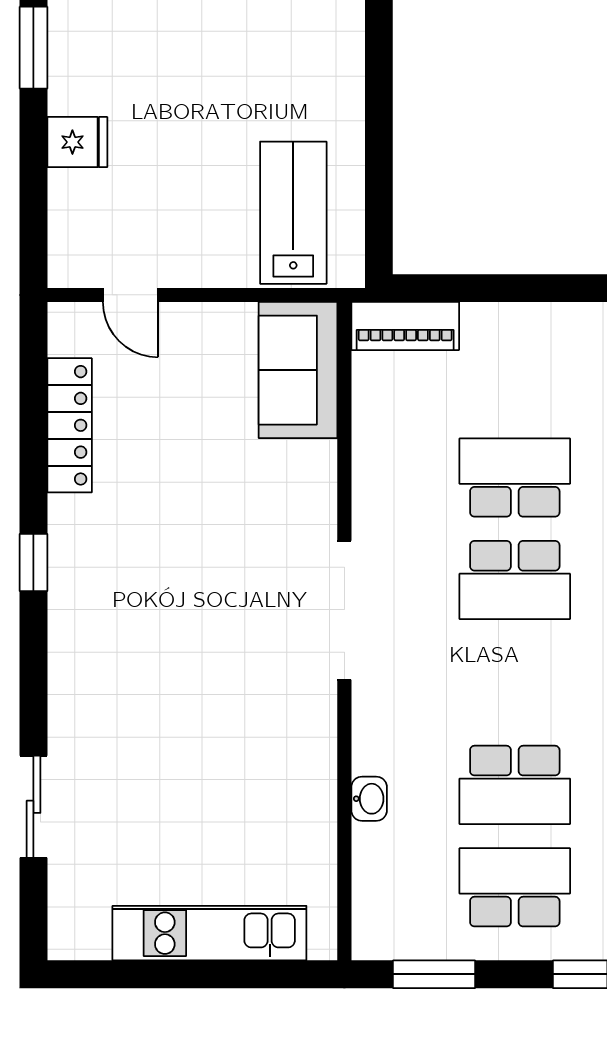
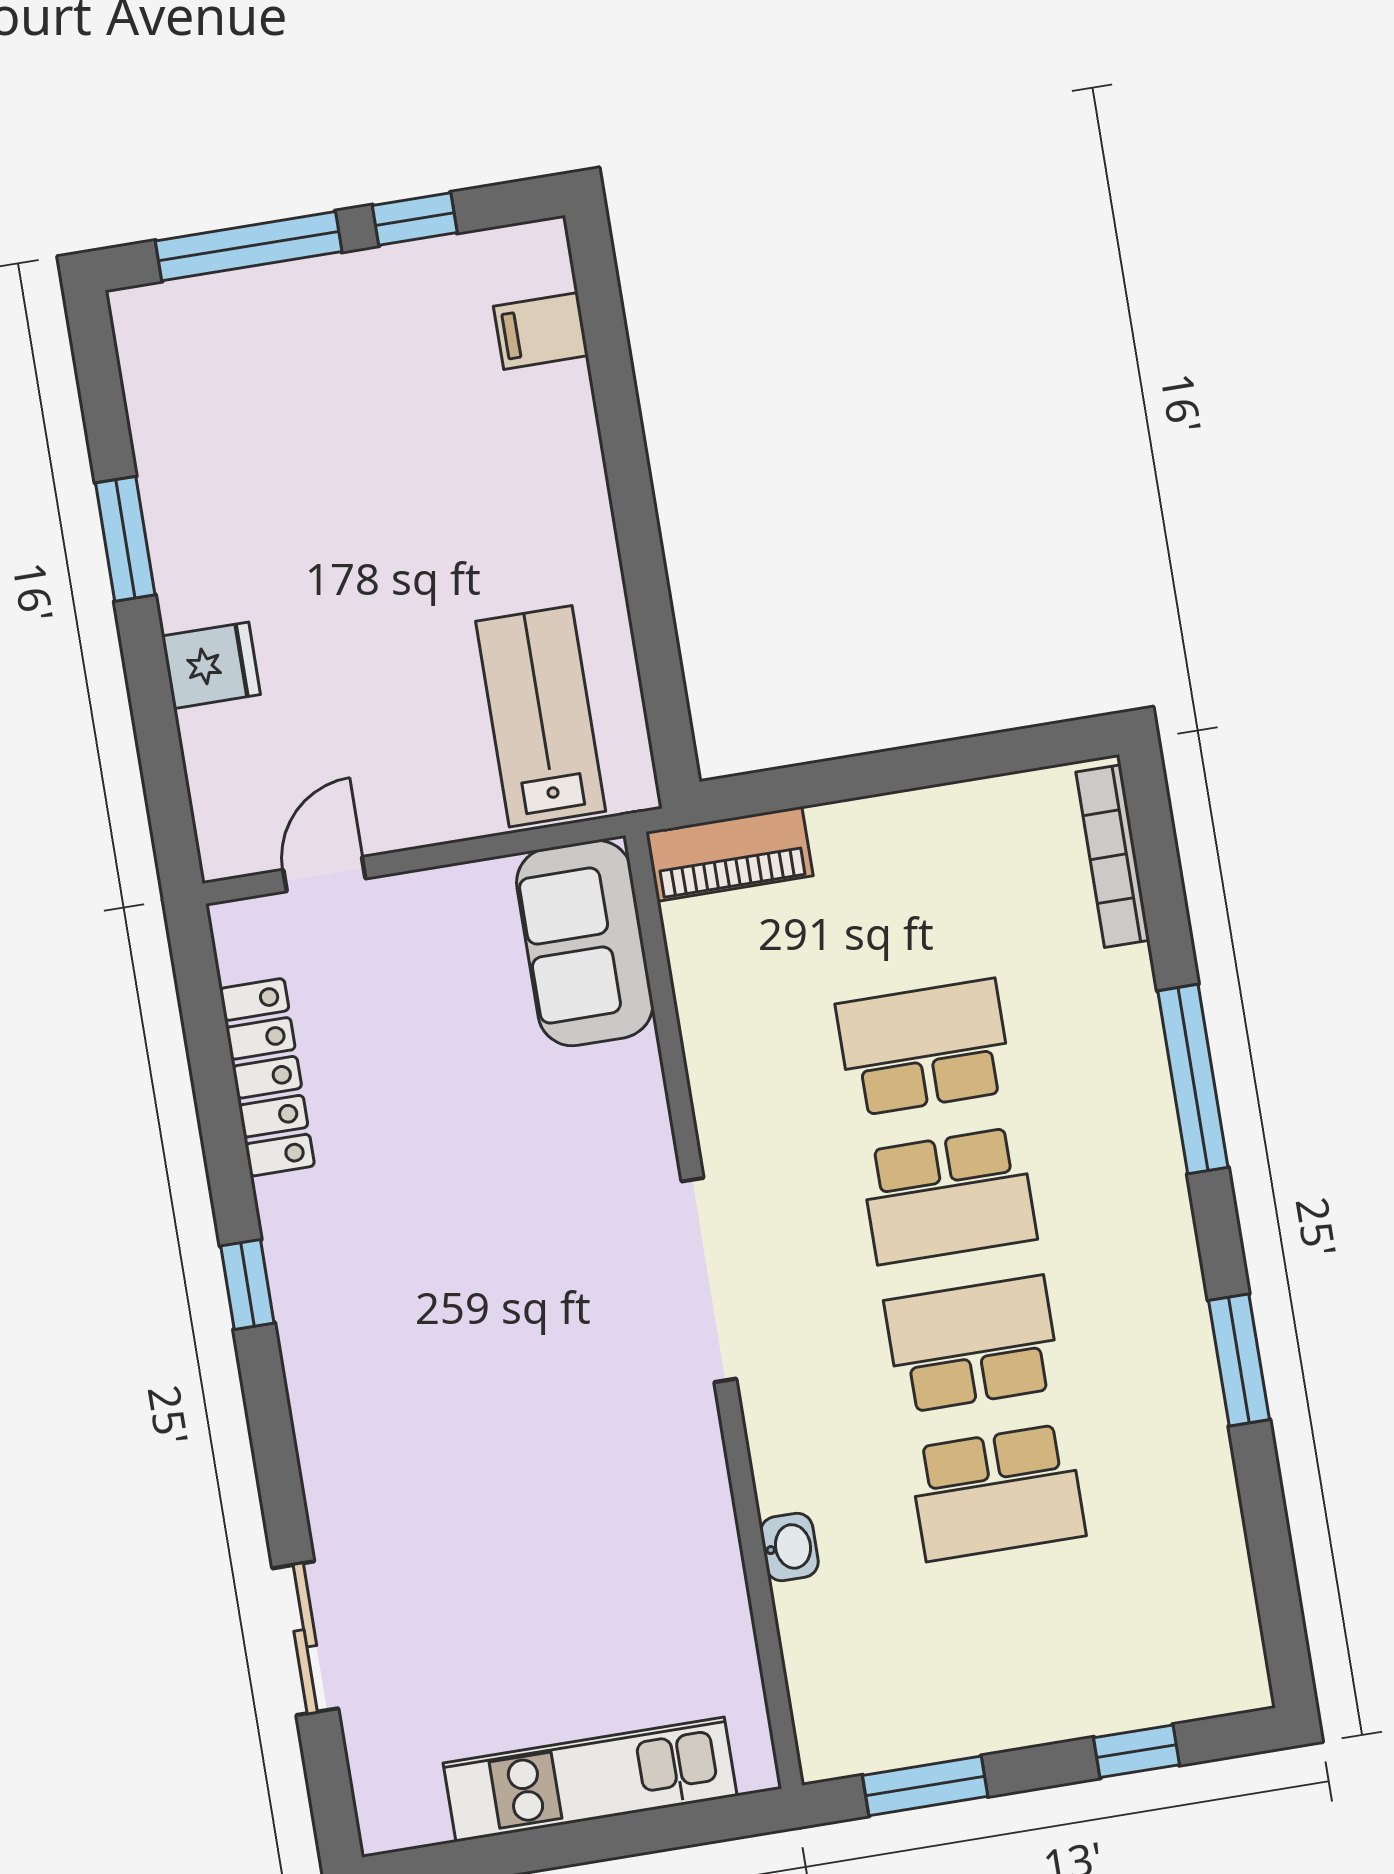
door: (131, 295) -> (324, 874), swing flipped
school desk: (515, 887) -> (973, 1344), moved

